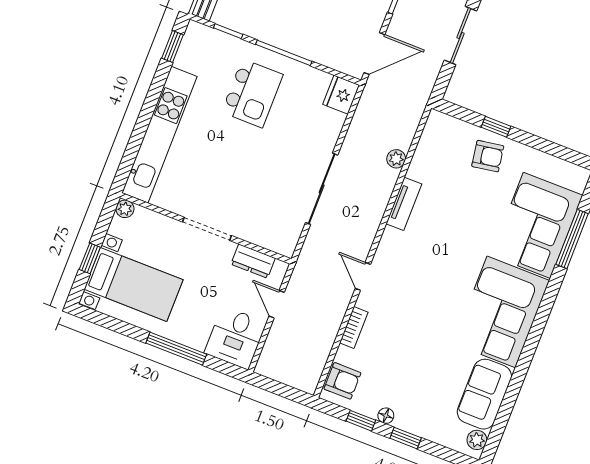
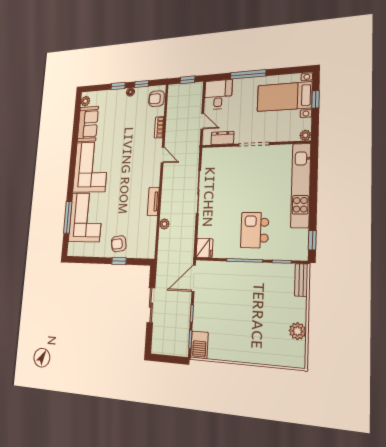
window: (278, 388) -> (187, 80), added

